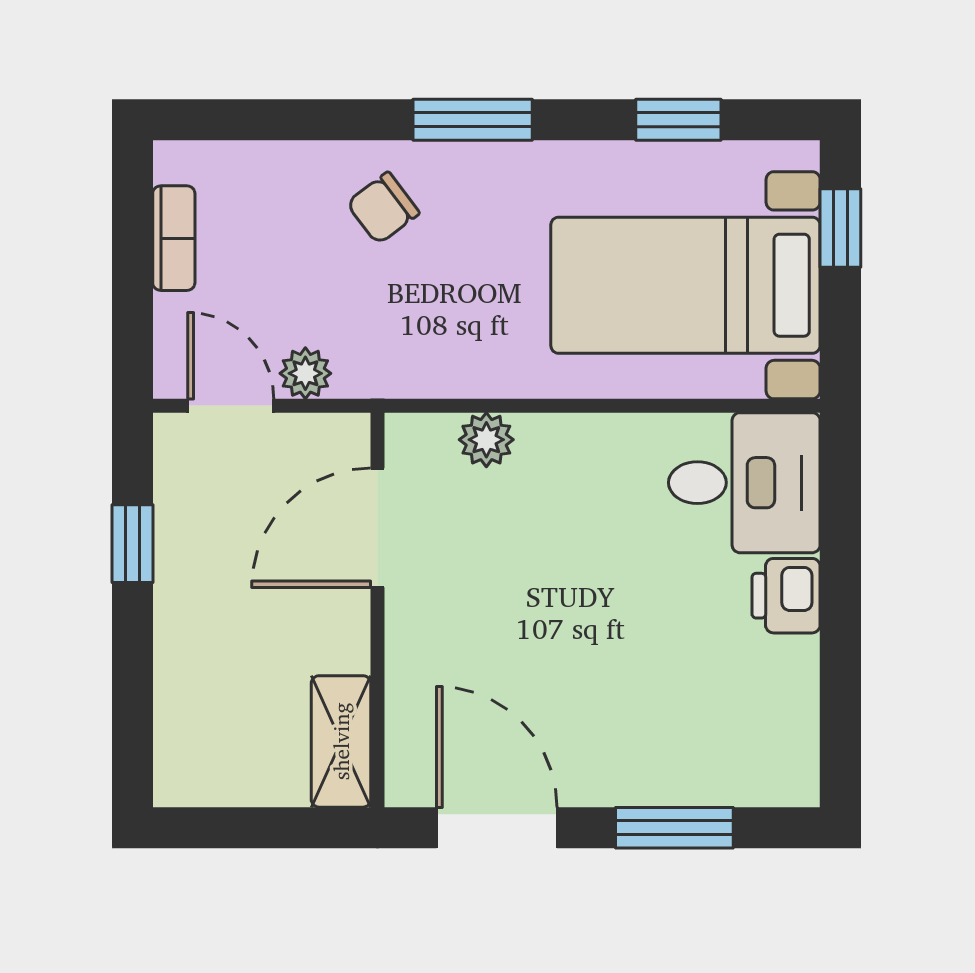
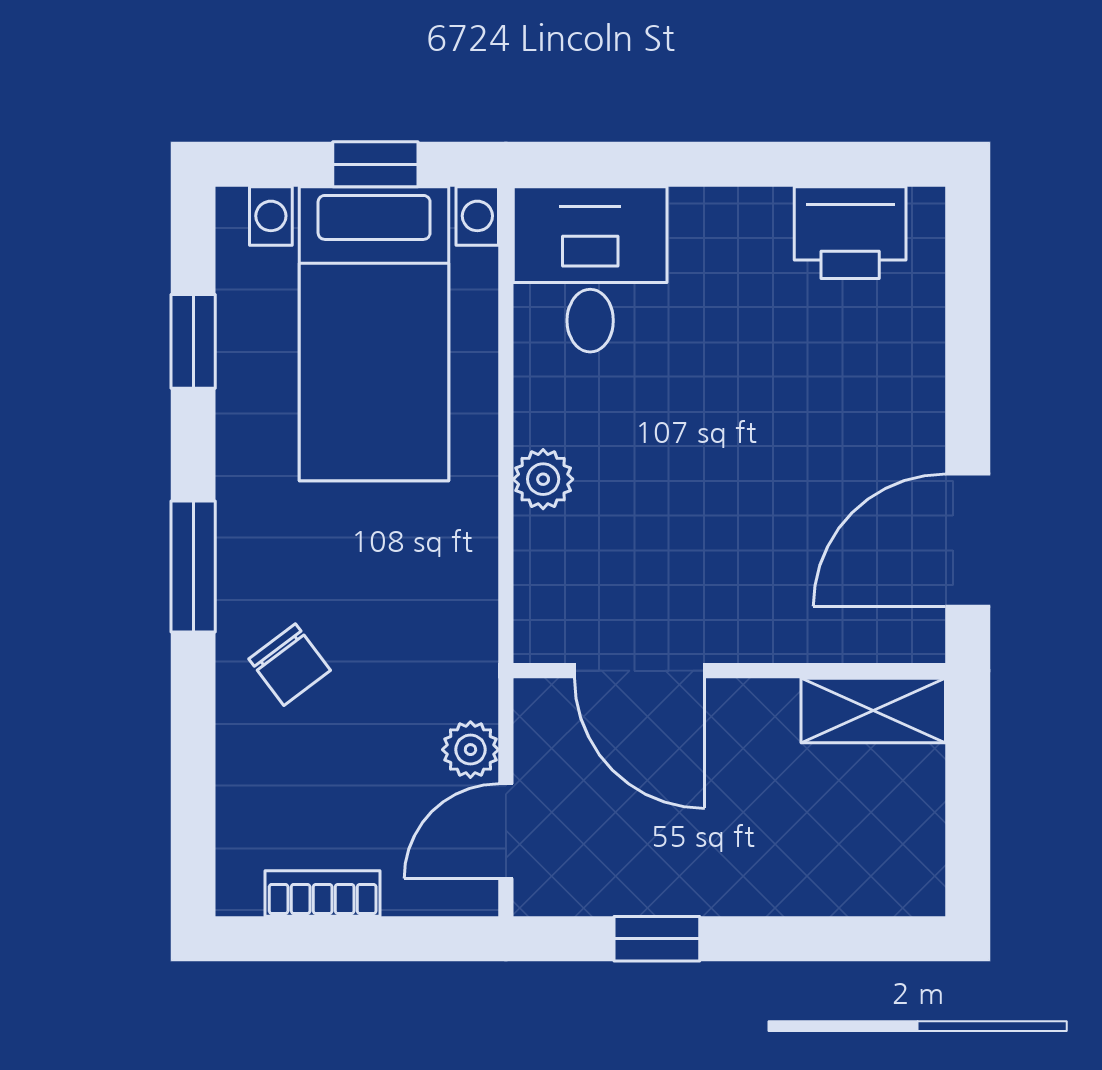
window: (840, 228) -> (375, 164), moved
plant: (486, 440) -> (543, 479), moved
printer: (786, 596) -> (850, 233), moved, width x1.36, depth x1.24
window: (674, 828) -> (968, 346), removed

